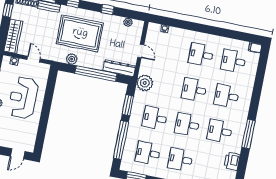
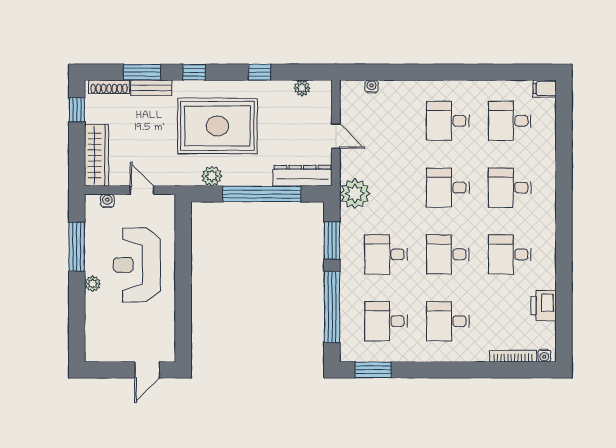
window: (249, 134) -> (564, 249), removed

